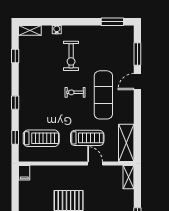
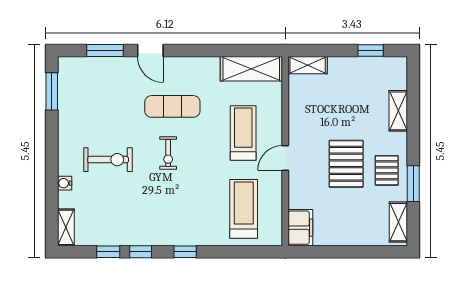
exercise mat: (103, 95) -> (172, 106), width x0.73, depth x0.69
window: (15, 137) -> (141, 252), moved
door: (95, 164) -> (285, 158), moved
filing cabinet: (24, 173) -> (300, 228), width x2.00

